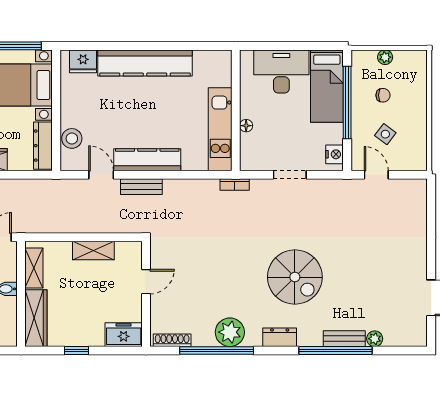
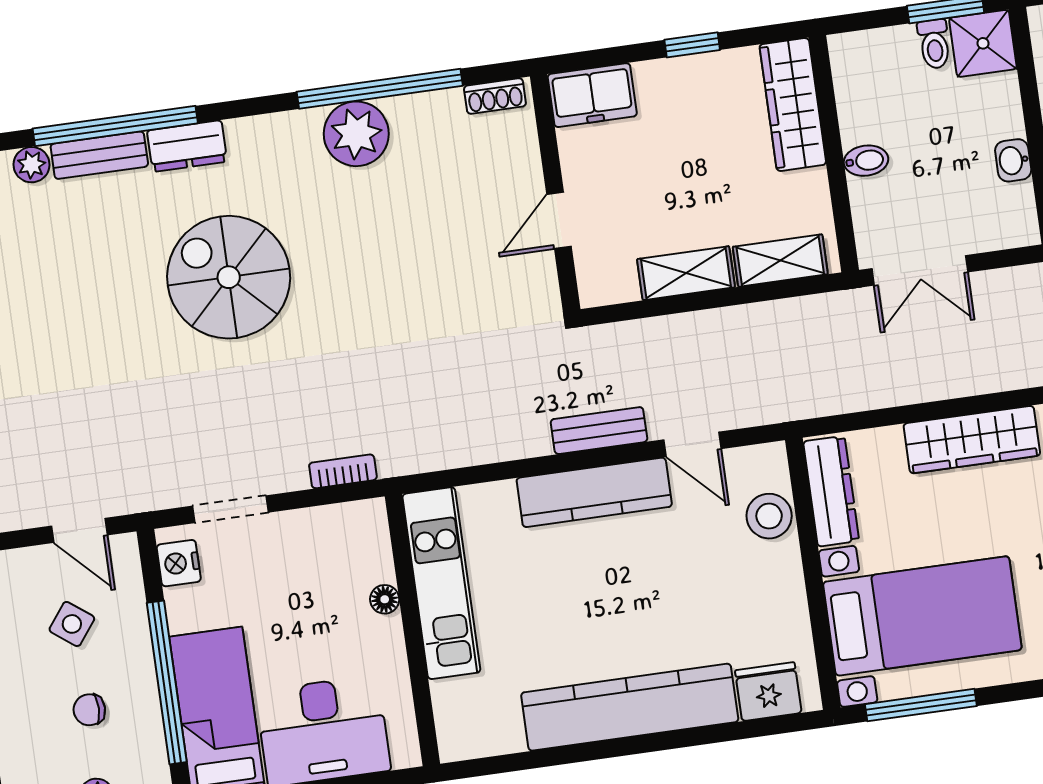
doorway: (290, 175) -> (230, 509), moved
bookcase: (235, 185) -> (343, 471), moved
shelving: (34, 268) -> (780, 261), moved, turned 90
dresser: (280, 337) -> (187, 146), moved
shoe rack: (172, 340) -> (495, 96), width x0.70

